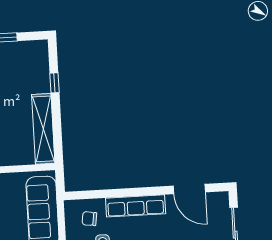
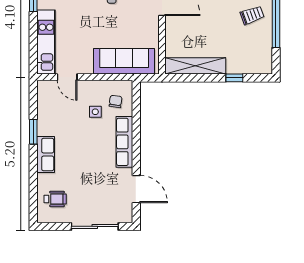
door: (189, 189) -> (136, 189), swing flipped

